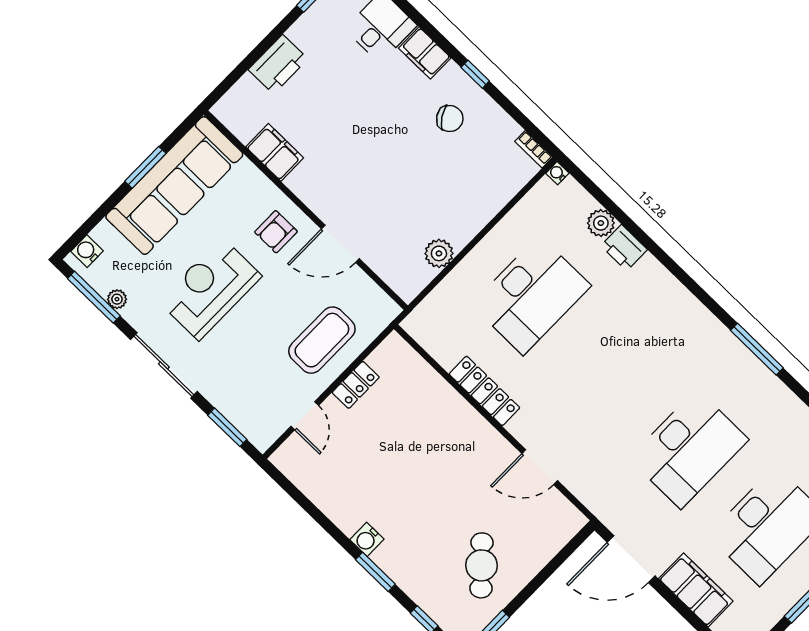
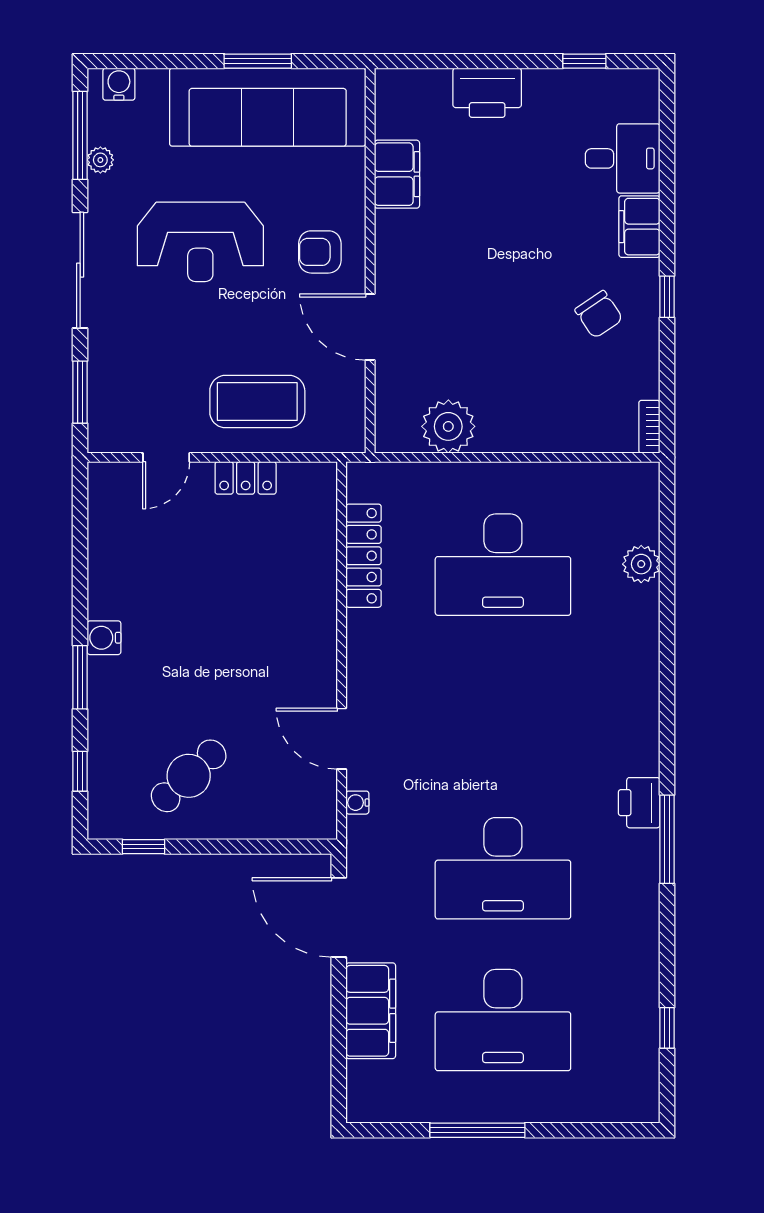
water cooler: (557, 173) -> (357, 803), moved, turned -90
printer: (624, 248) -> (639, 803), moved
plant: (439, 253) -> (448, 426), width x1.36, depth x1.36
reception desk: (210, 289) -> (200, 242), turned 180
locker: (484, 391) -> (364, 556), moved

